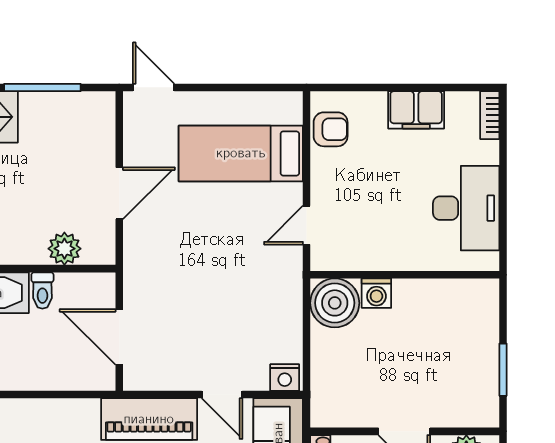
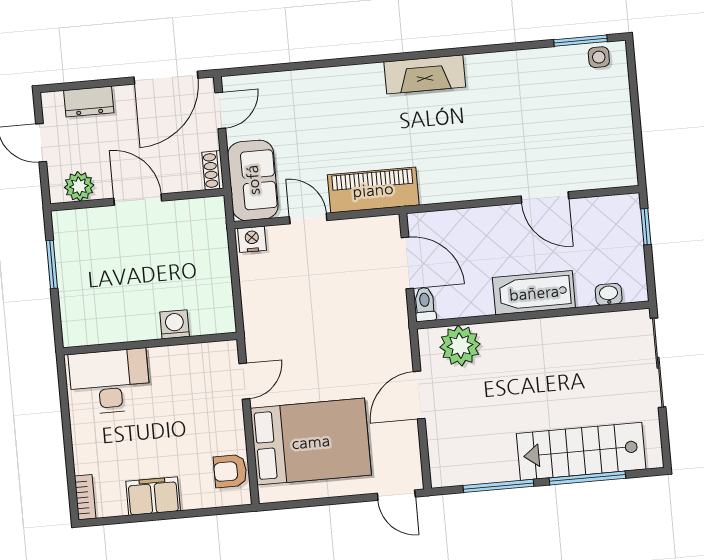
bed: (241, 153) -> (311, 442), width x1.50
desk: (466, 208) -> (109, 381), moved, turned 90
plant: (64, 249) -> (460, 346), width x1.36, depth x1.36
toilet: (42, 290) -> (425, 304), moved
boiler: (335, 303) -> (212, 312), removed

